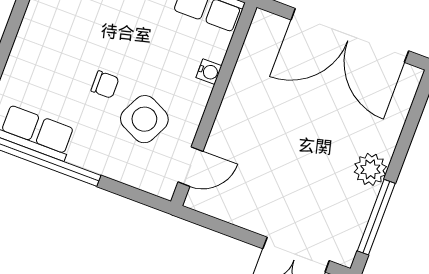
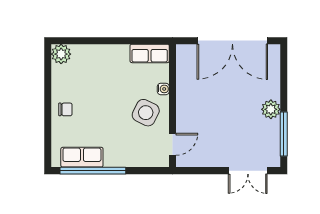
chair: (105, 85) -> (65, 109), moved
side table: (144, 119) -> (146, 113), moved

